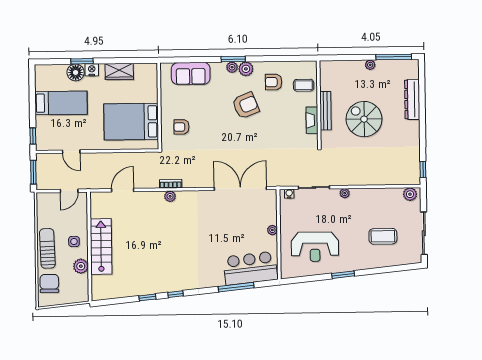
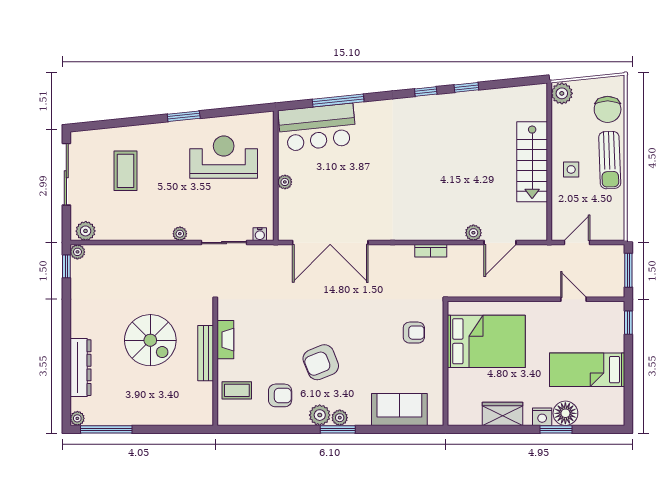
plant: (370, 65) -> (77, 418), moved
plant: (415, 180) -> (77, 252), added
plant: (170, 196) -> (473, 233), moved
coffee table: (383, 236) -> (125, 171), turned 90
plant: (81, 266) -> (562, 93), moved

